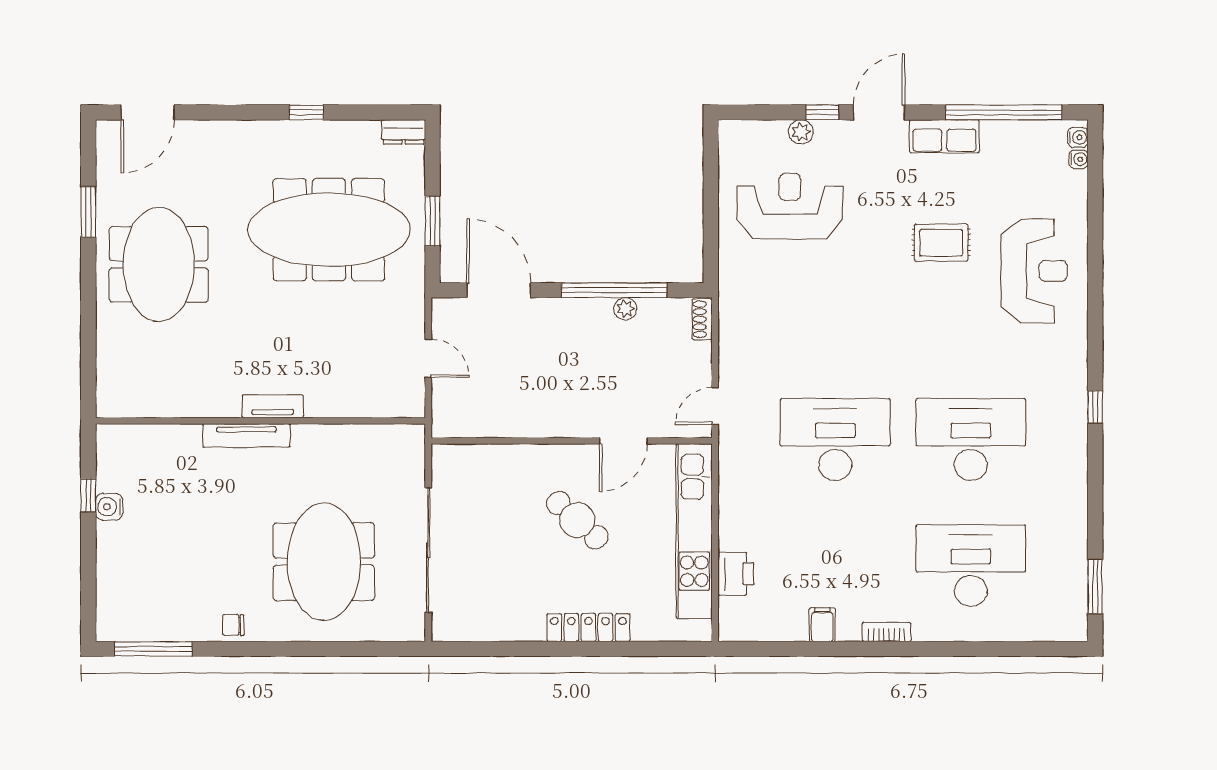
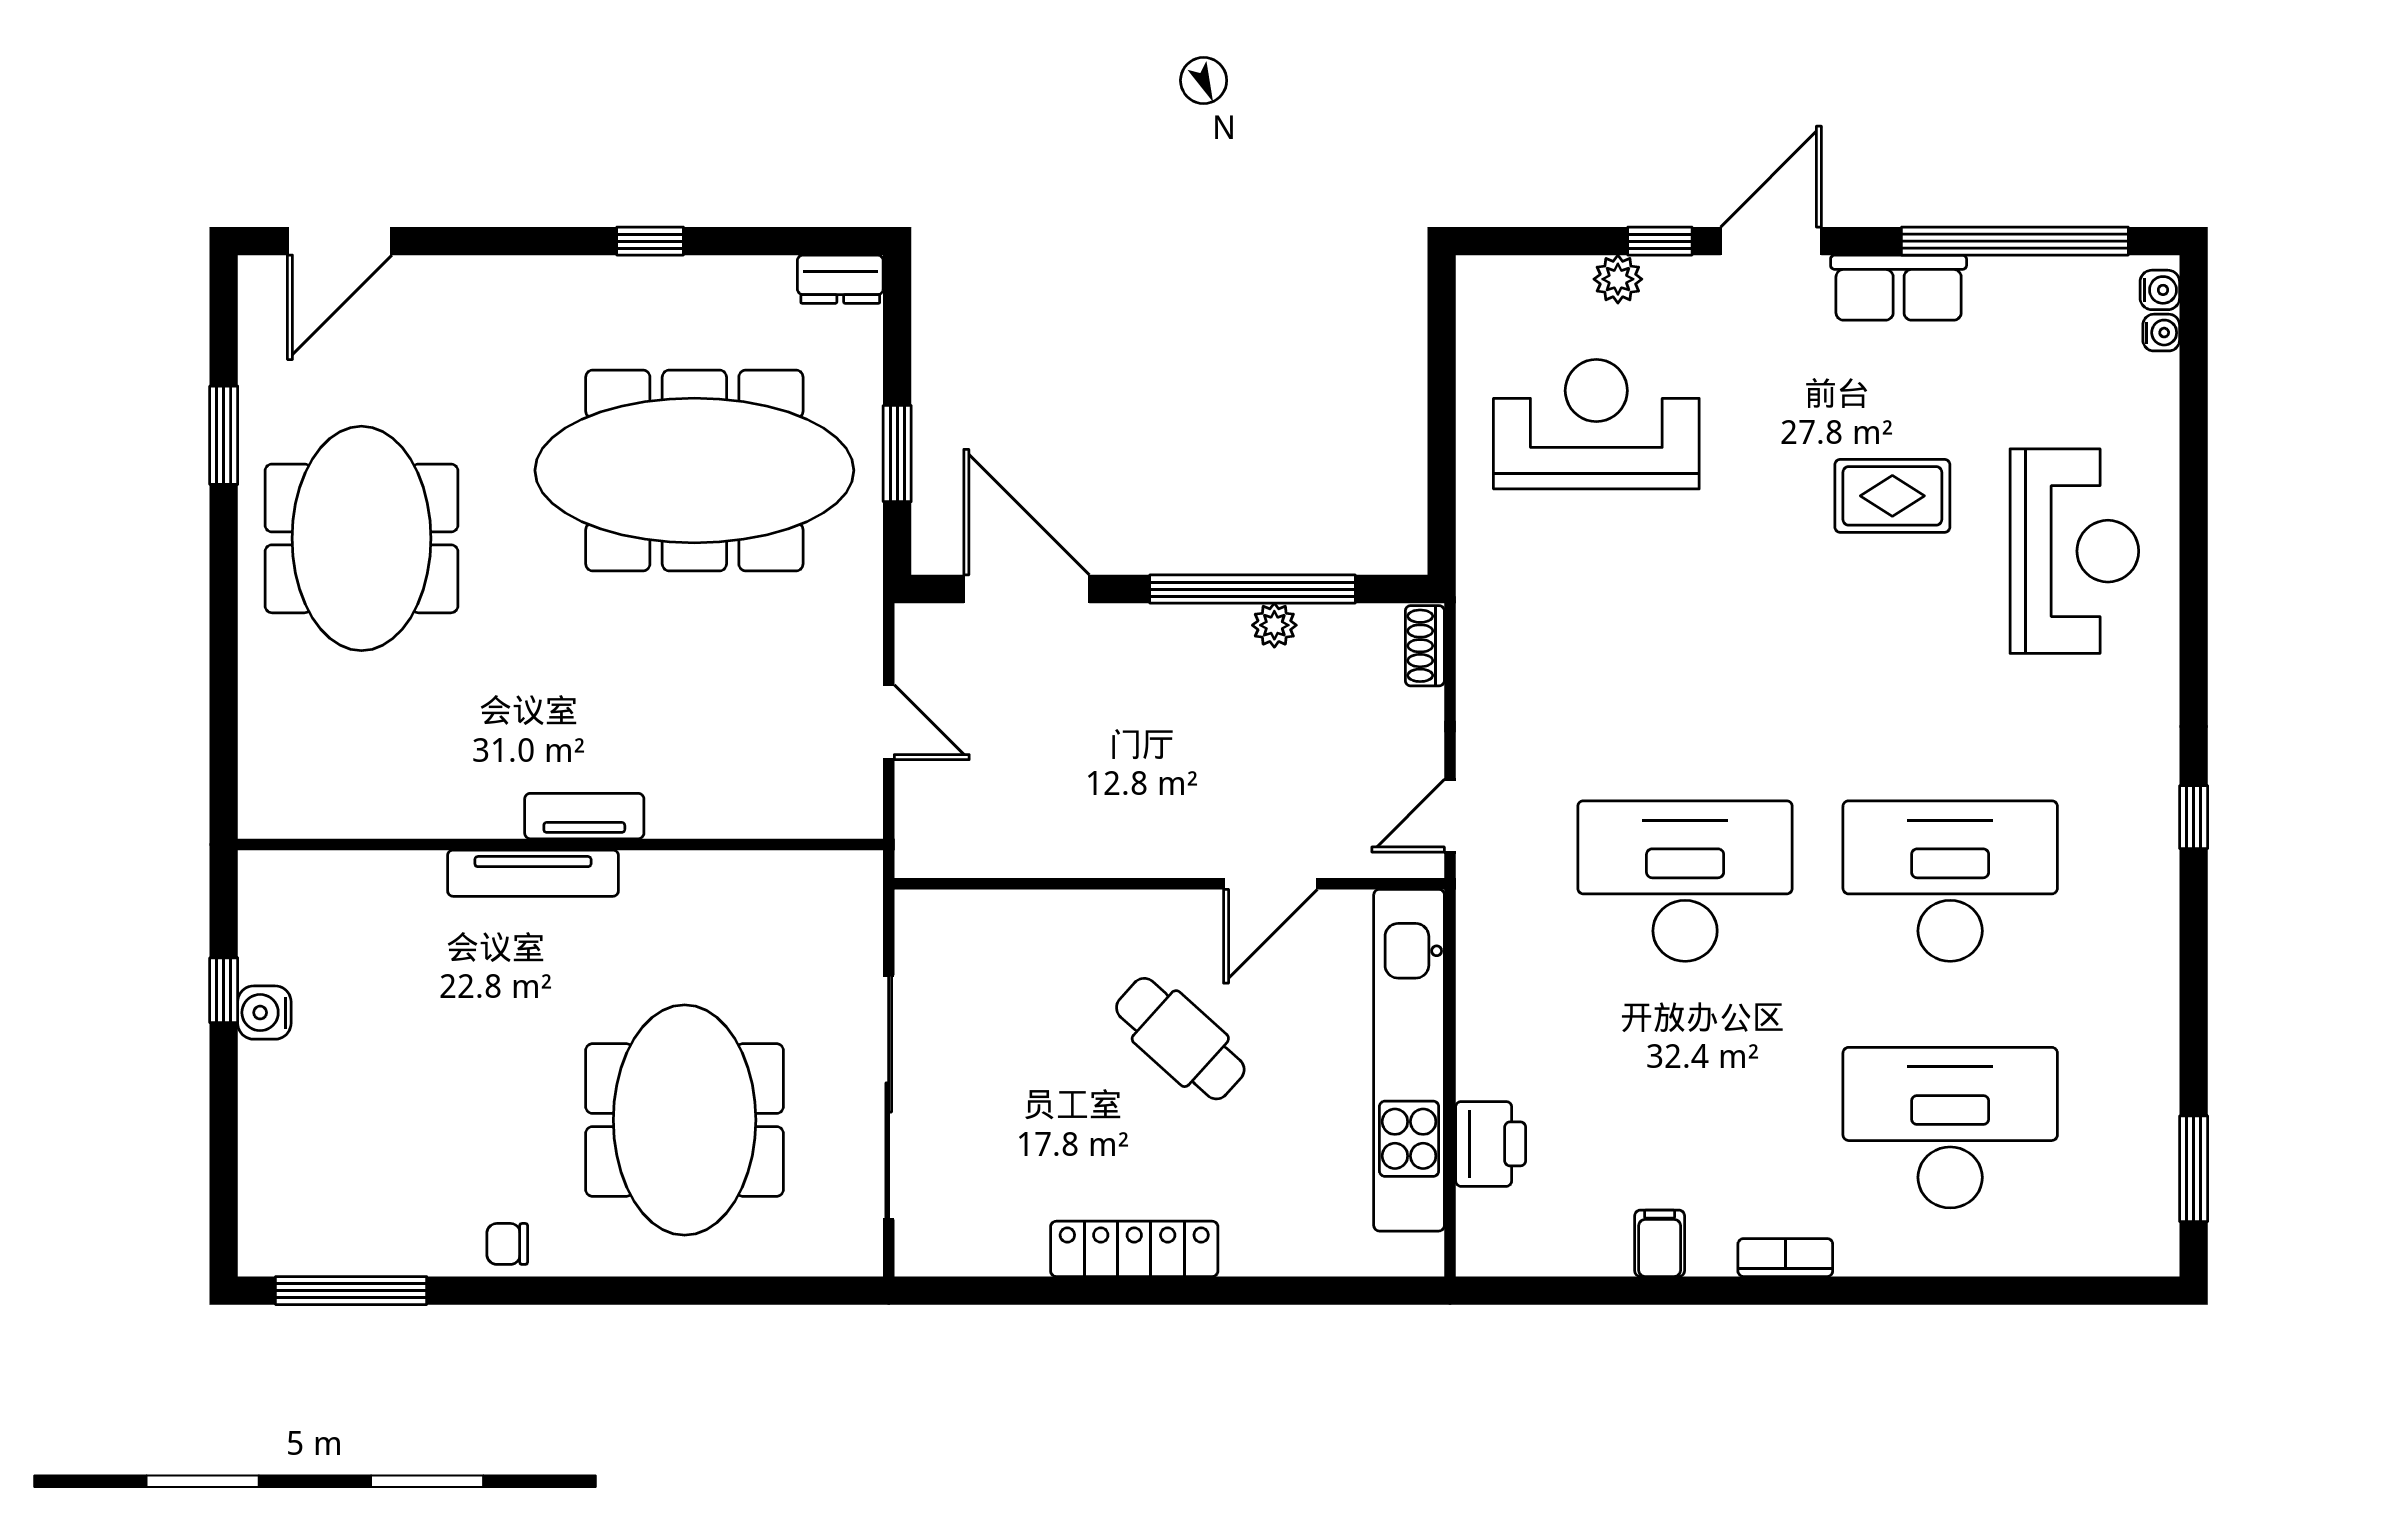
locker: (588, 627) -> (1134, 1249), moved

